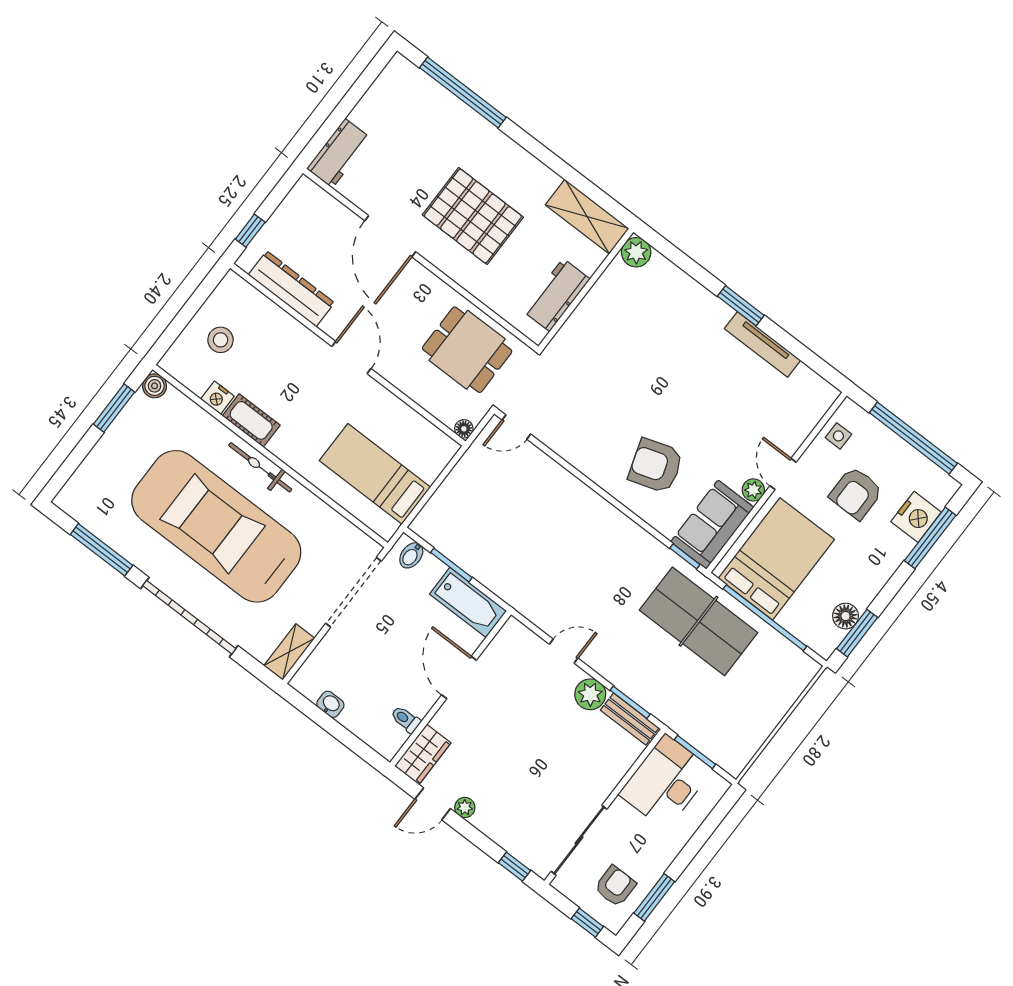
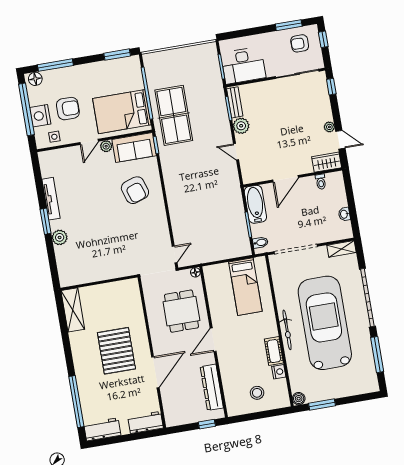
plant: (636, 252) -> (60, 237), moved
workbench: (556, 295) -> (102, 429), moved, turned 180
dining table: (467, 350) -> (181, 311), moved
door: (516, 427) -> (175, 254), hinge flipped
nightstand: (916, 517) -> (40, 116), moved, turned -90
car: (216, 526) -> (325, 323), turned 180
floor lamp: (846, 616) -> (35, 79), moved

